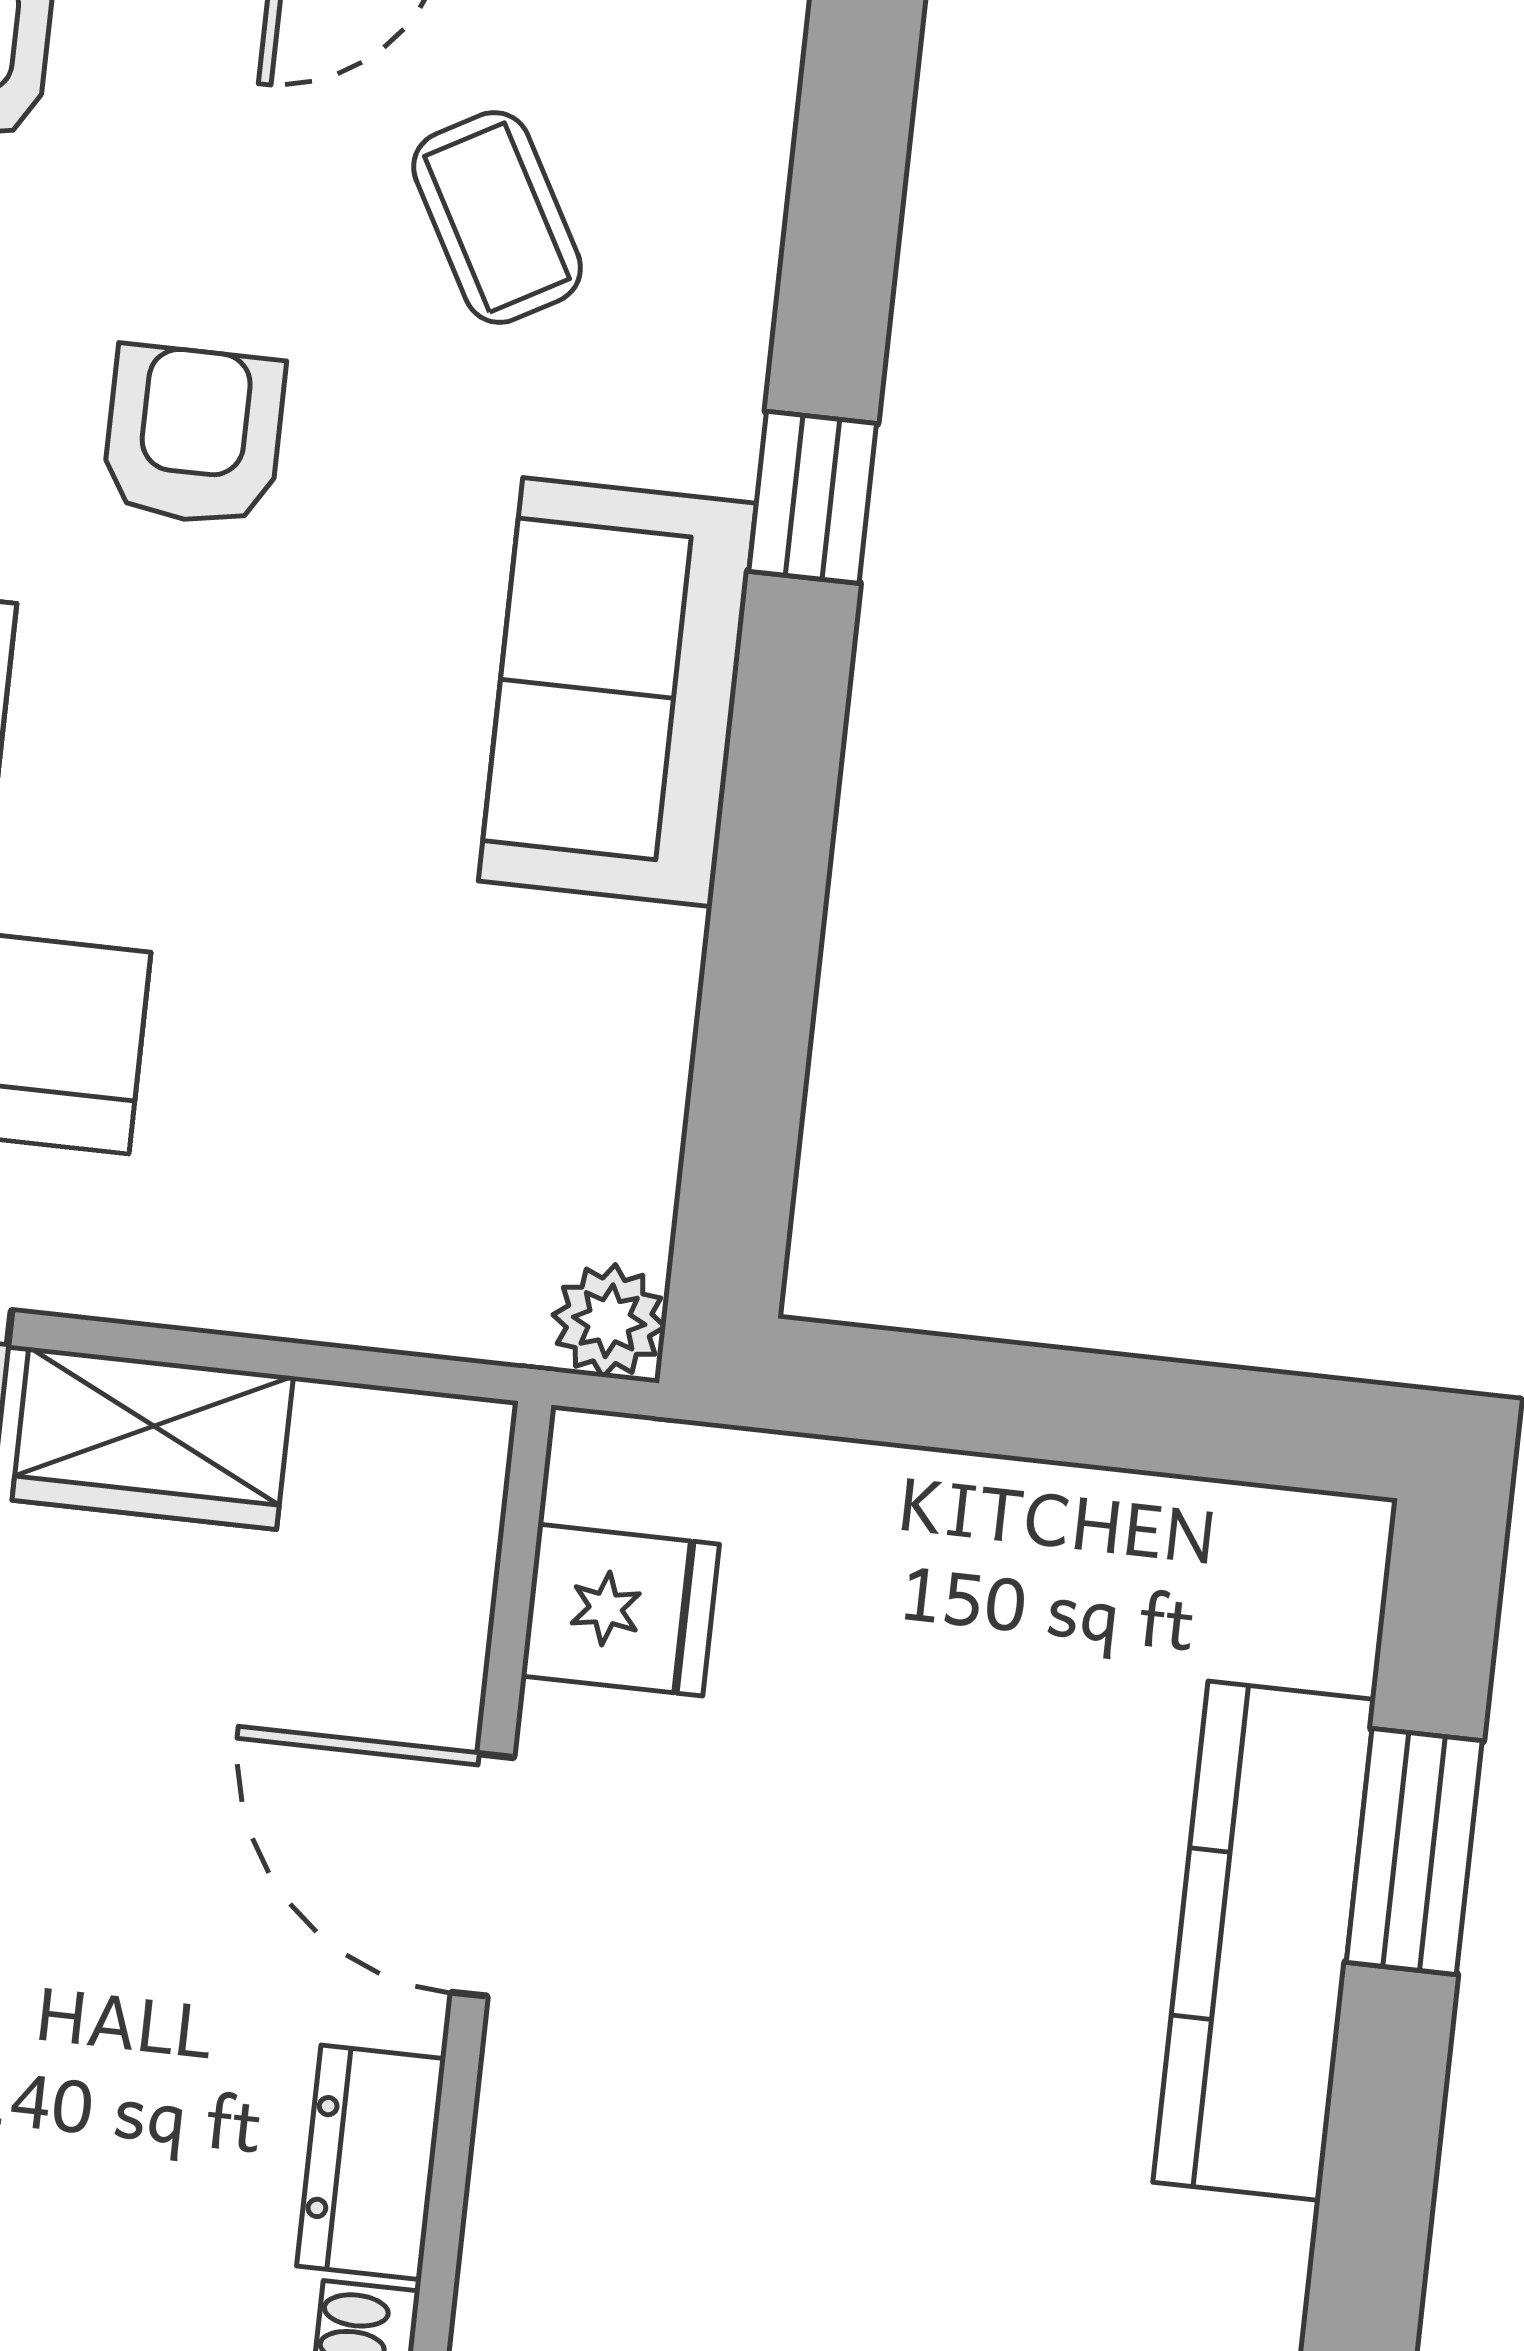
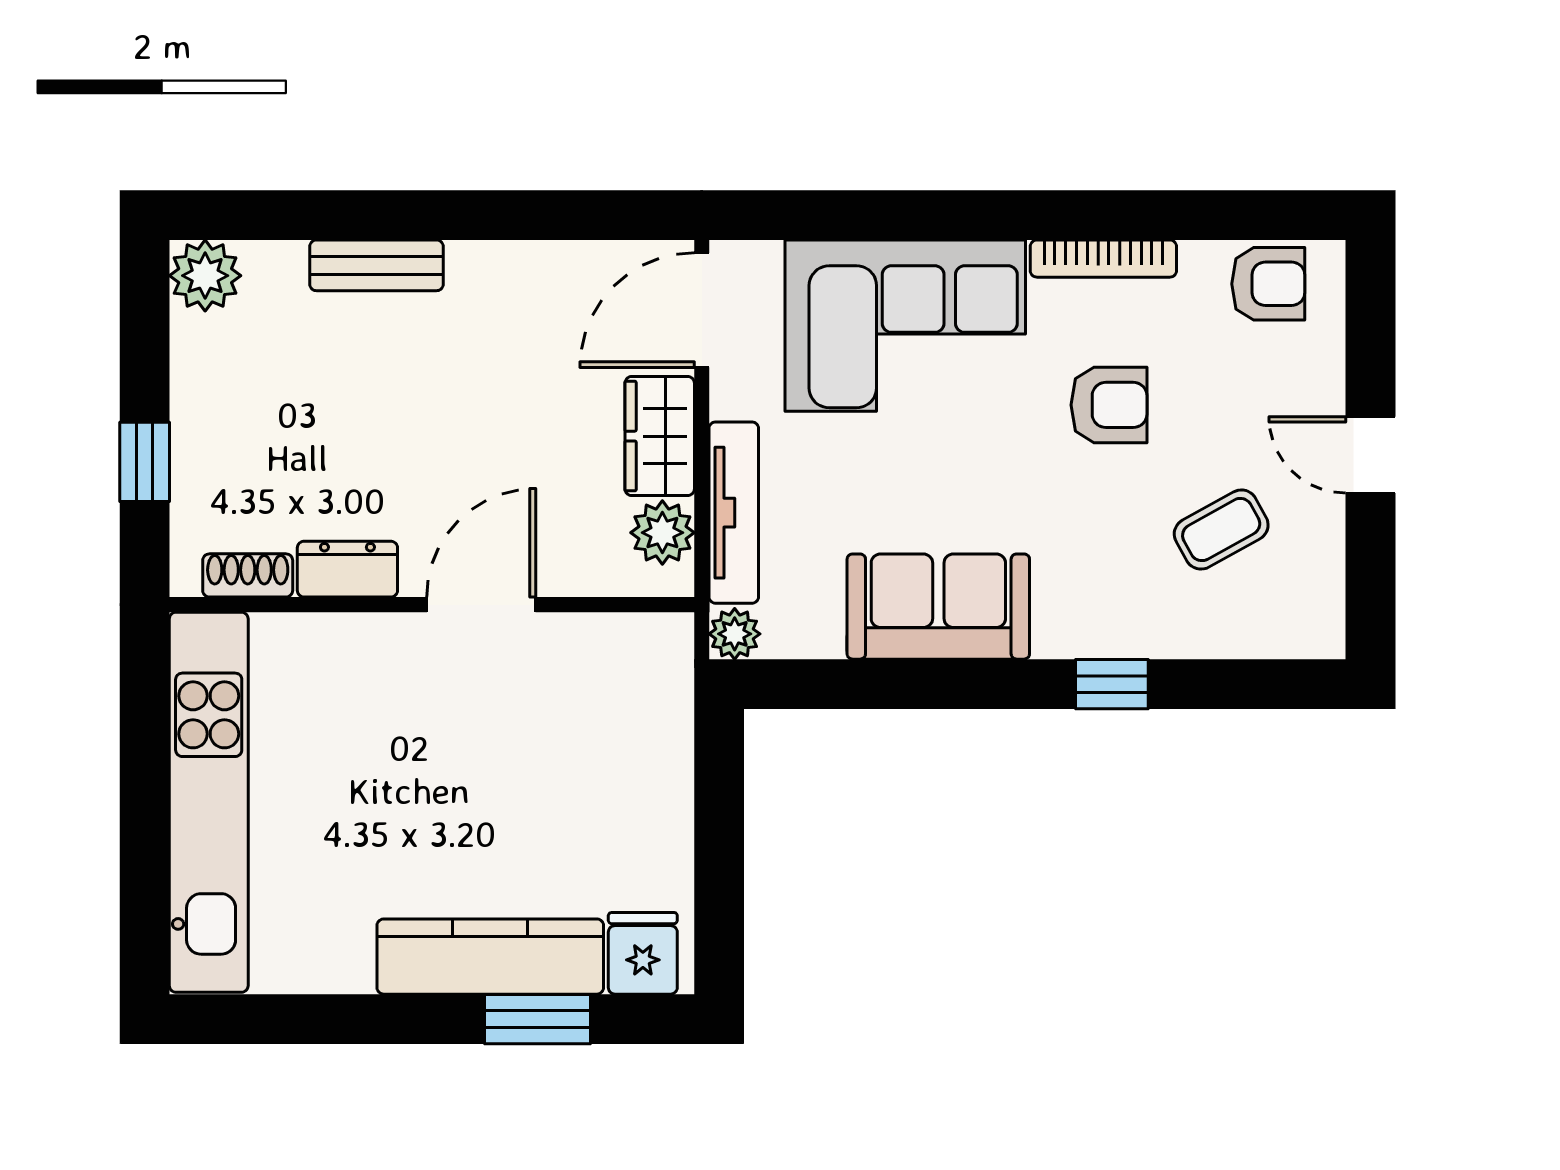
sofa: (617, 692) -> (938, 607), moved
tv unit: (340, 1293) -> (734, 513), added
plant: (367, 1456) -> (662, 533), added
fridge: (620, 1610) -> (643, 953), moved, turned 180

